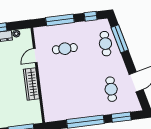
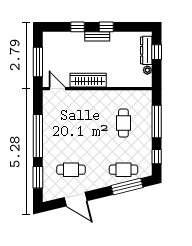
door: (35, 55) -> (57, 89), moved

